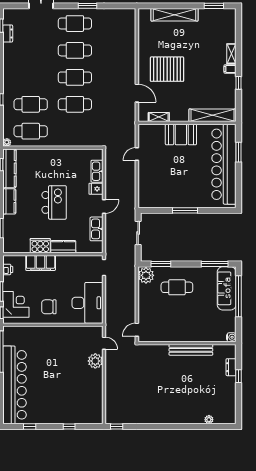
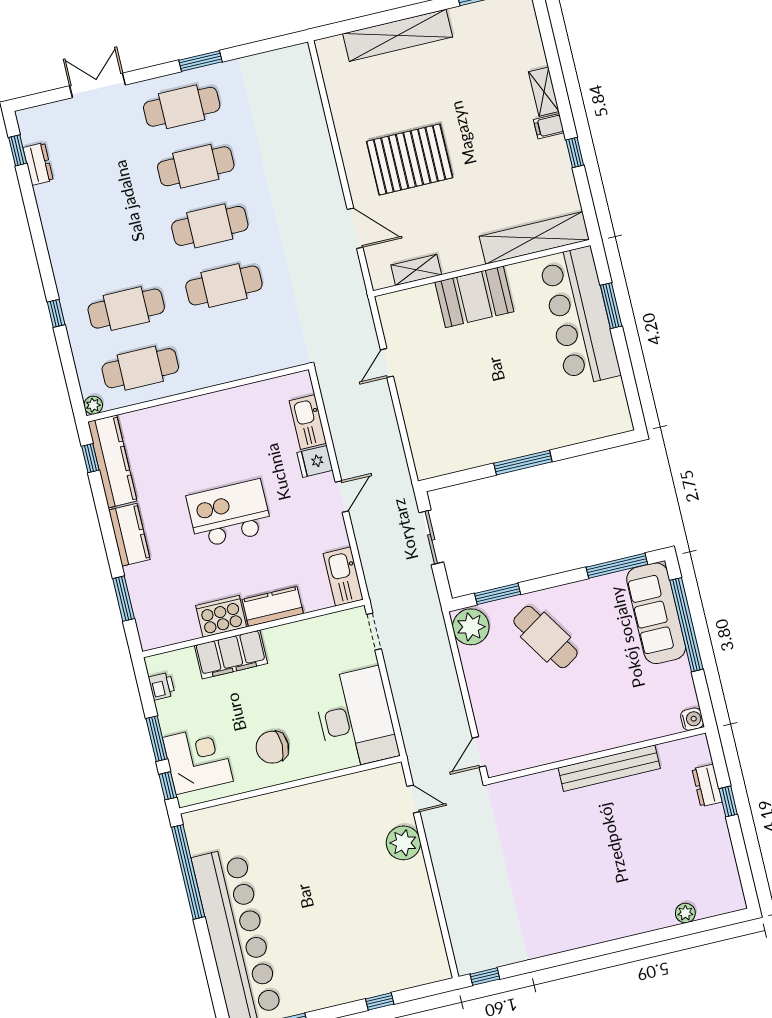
bar counter: (224, 164) -> (580, 317), width x0.73
kitchen island: (54, 202) -> (229, 514), turned -90
kitchen sink: (96, 229) -> (343, 576), moved
cafe table: (177, 287) -> (545, 637), turned 57

